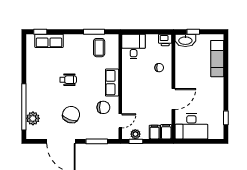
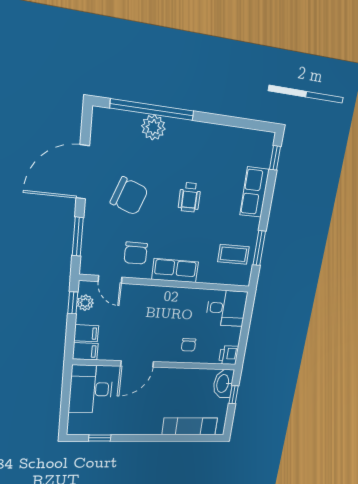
row of seats: (49, 41) -> (254, 192), moved
door: (173, 99) -> (137, 364), hinge flipped
plant: (33, 118) -> (153, 127), moved

